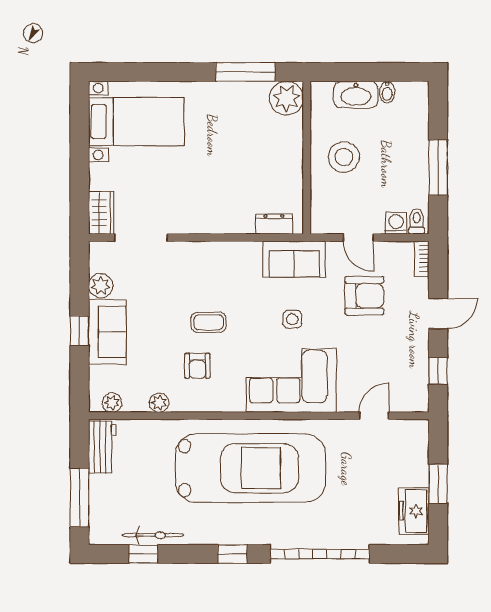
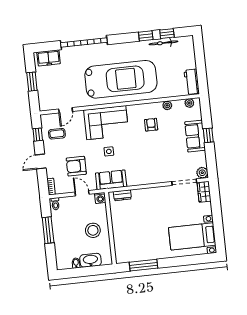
plant: (286, 98) -> (123, 255), removed
washing machine: (396, 223) -> (100, 198), moved
plant: (101, 286) -> (202, 173), moved
coffee table: (209, 322) -> (57, 134), moved
car: (251, 468) -> (121, 79), turned 180
window: (80, 497) -> (200, 57), removed
freezer: (414, 511) -> (49, 58), moved, turned 90
window: (233, 554) -> (146, 36), moved

